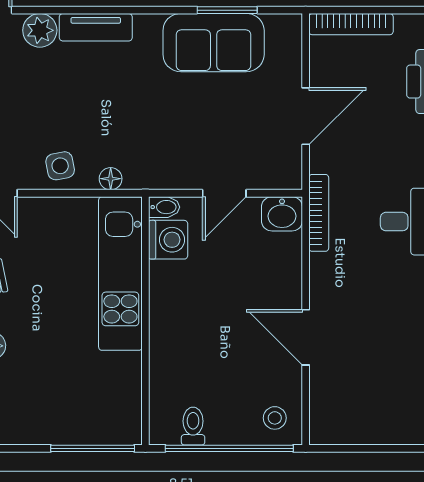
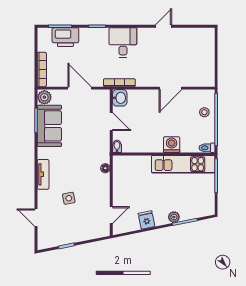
plant: (40, 30) -> (44, 97), moved
side table: (60, 166) -> (69, 198), moved
washing machine: (168, 240) -> (172, 145), moved
kitchen unit: (120, 274) -> (183, 164), moved
stool: (275, 418) -> (204, 112), moved
toilet: (193, 426) -> (207, 148), moved

